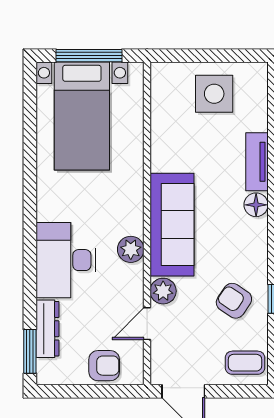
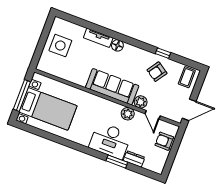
plant: (131, 249) -> (128, 114), moved
dresser: (47, 329) -> (134, 159), width x0.70
window: (30, 351) -> (117, 162), moved
armchair: (104, 366) -> (164, 141), turned -90

